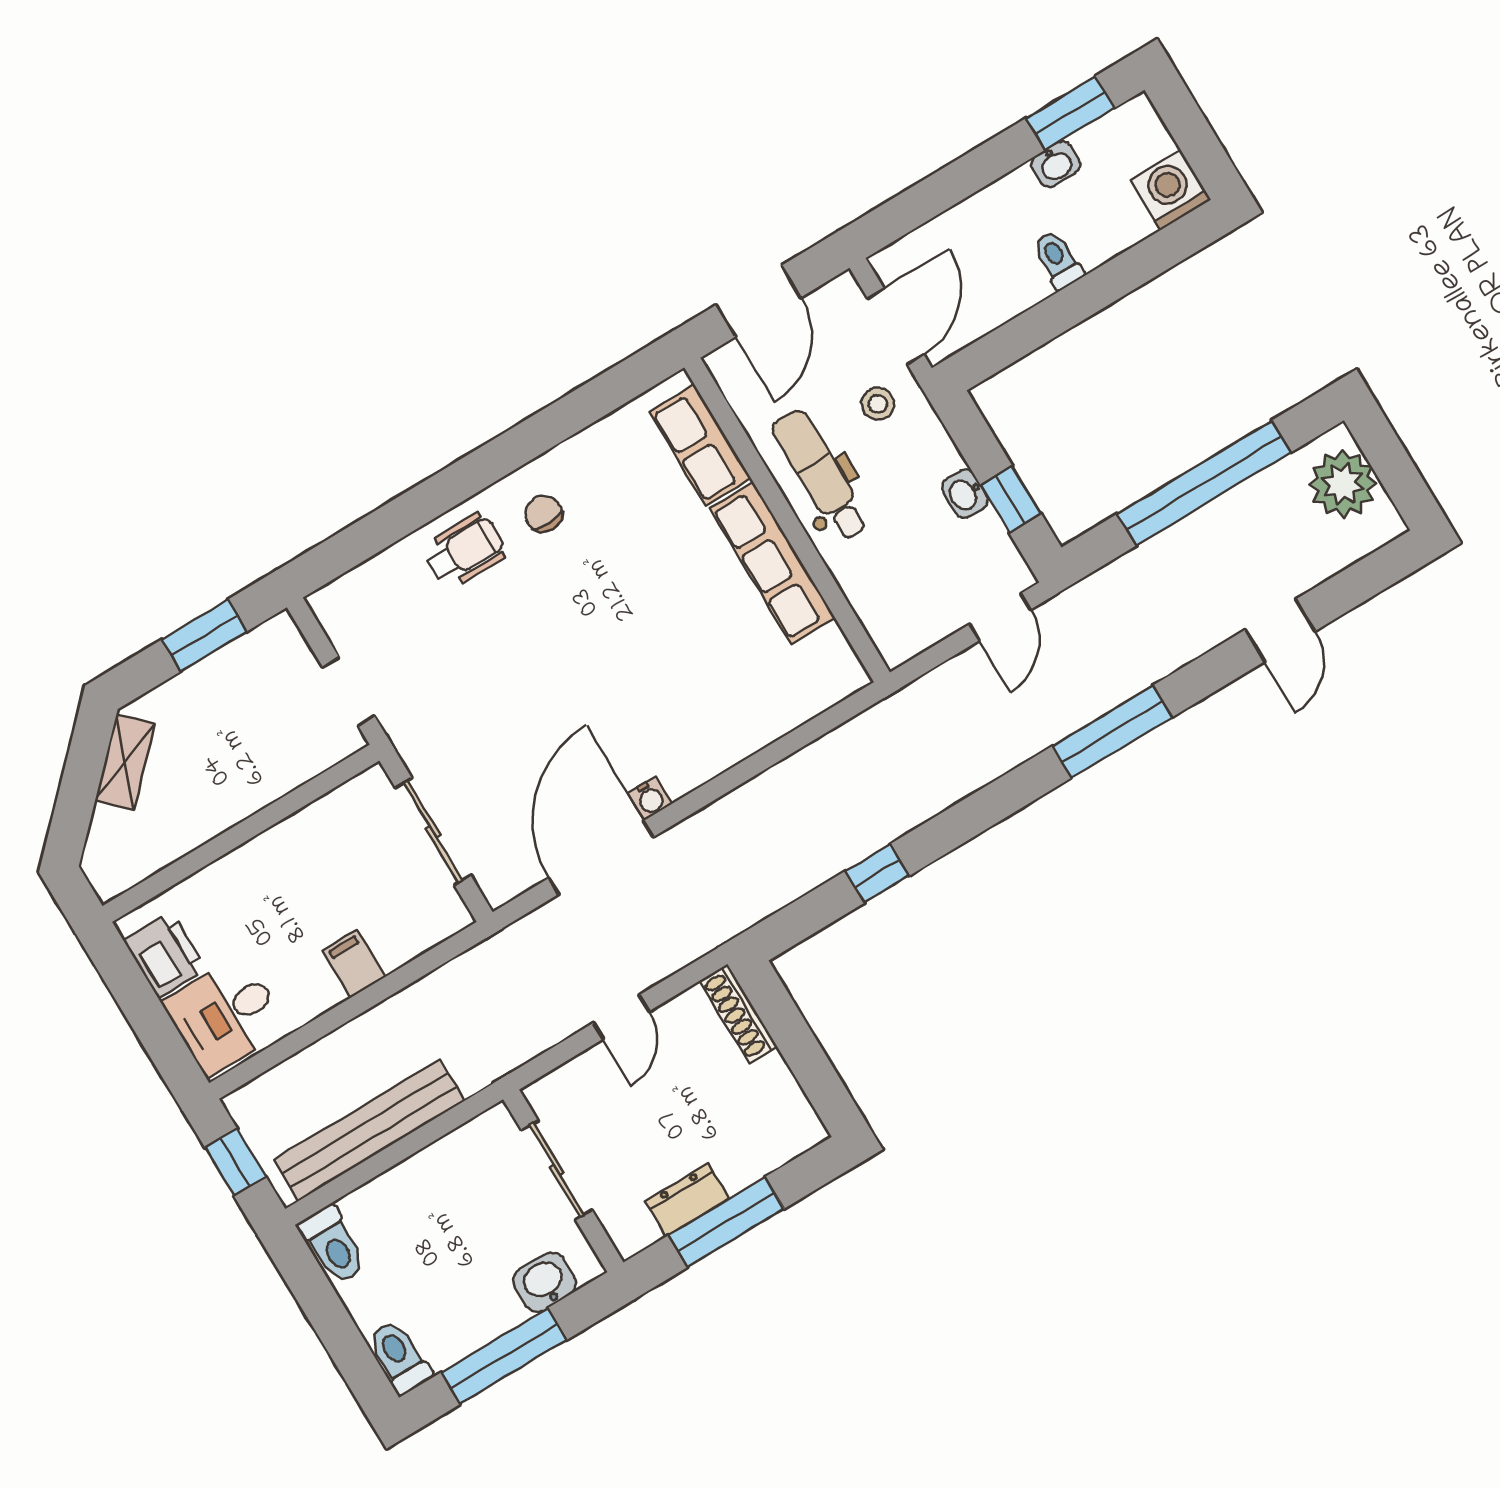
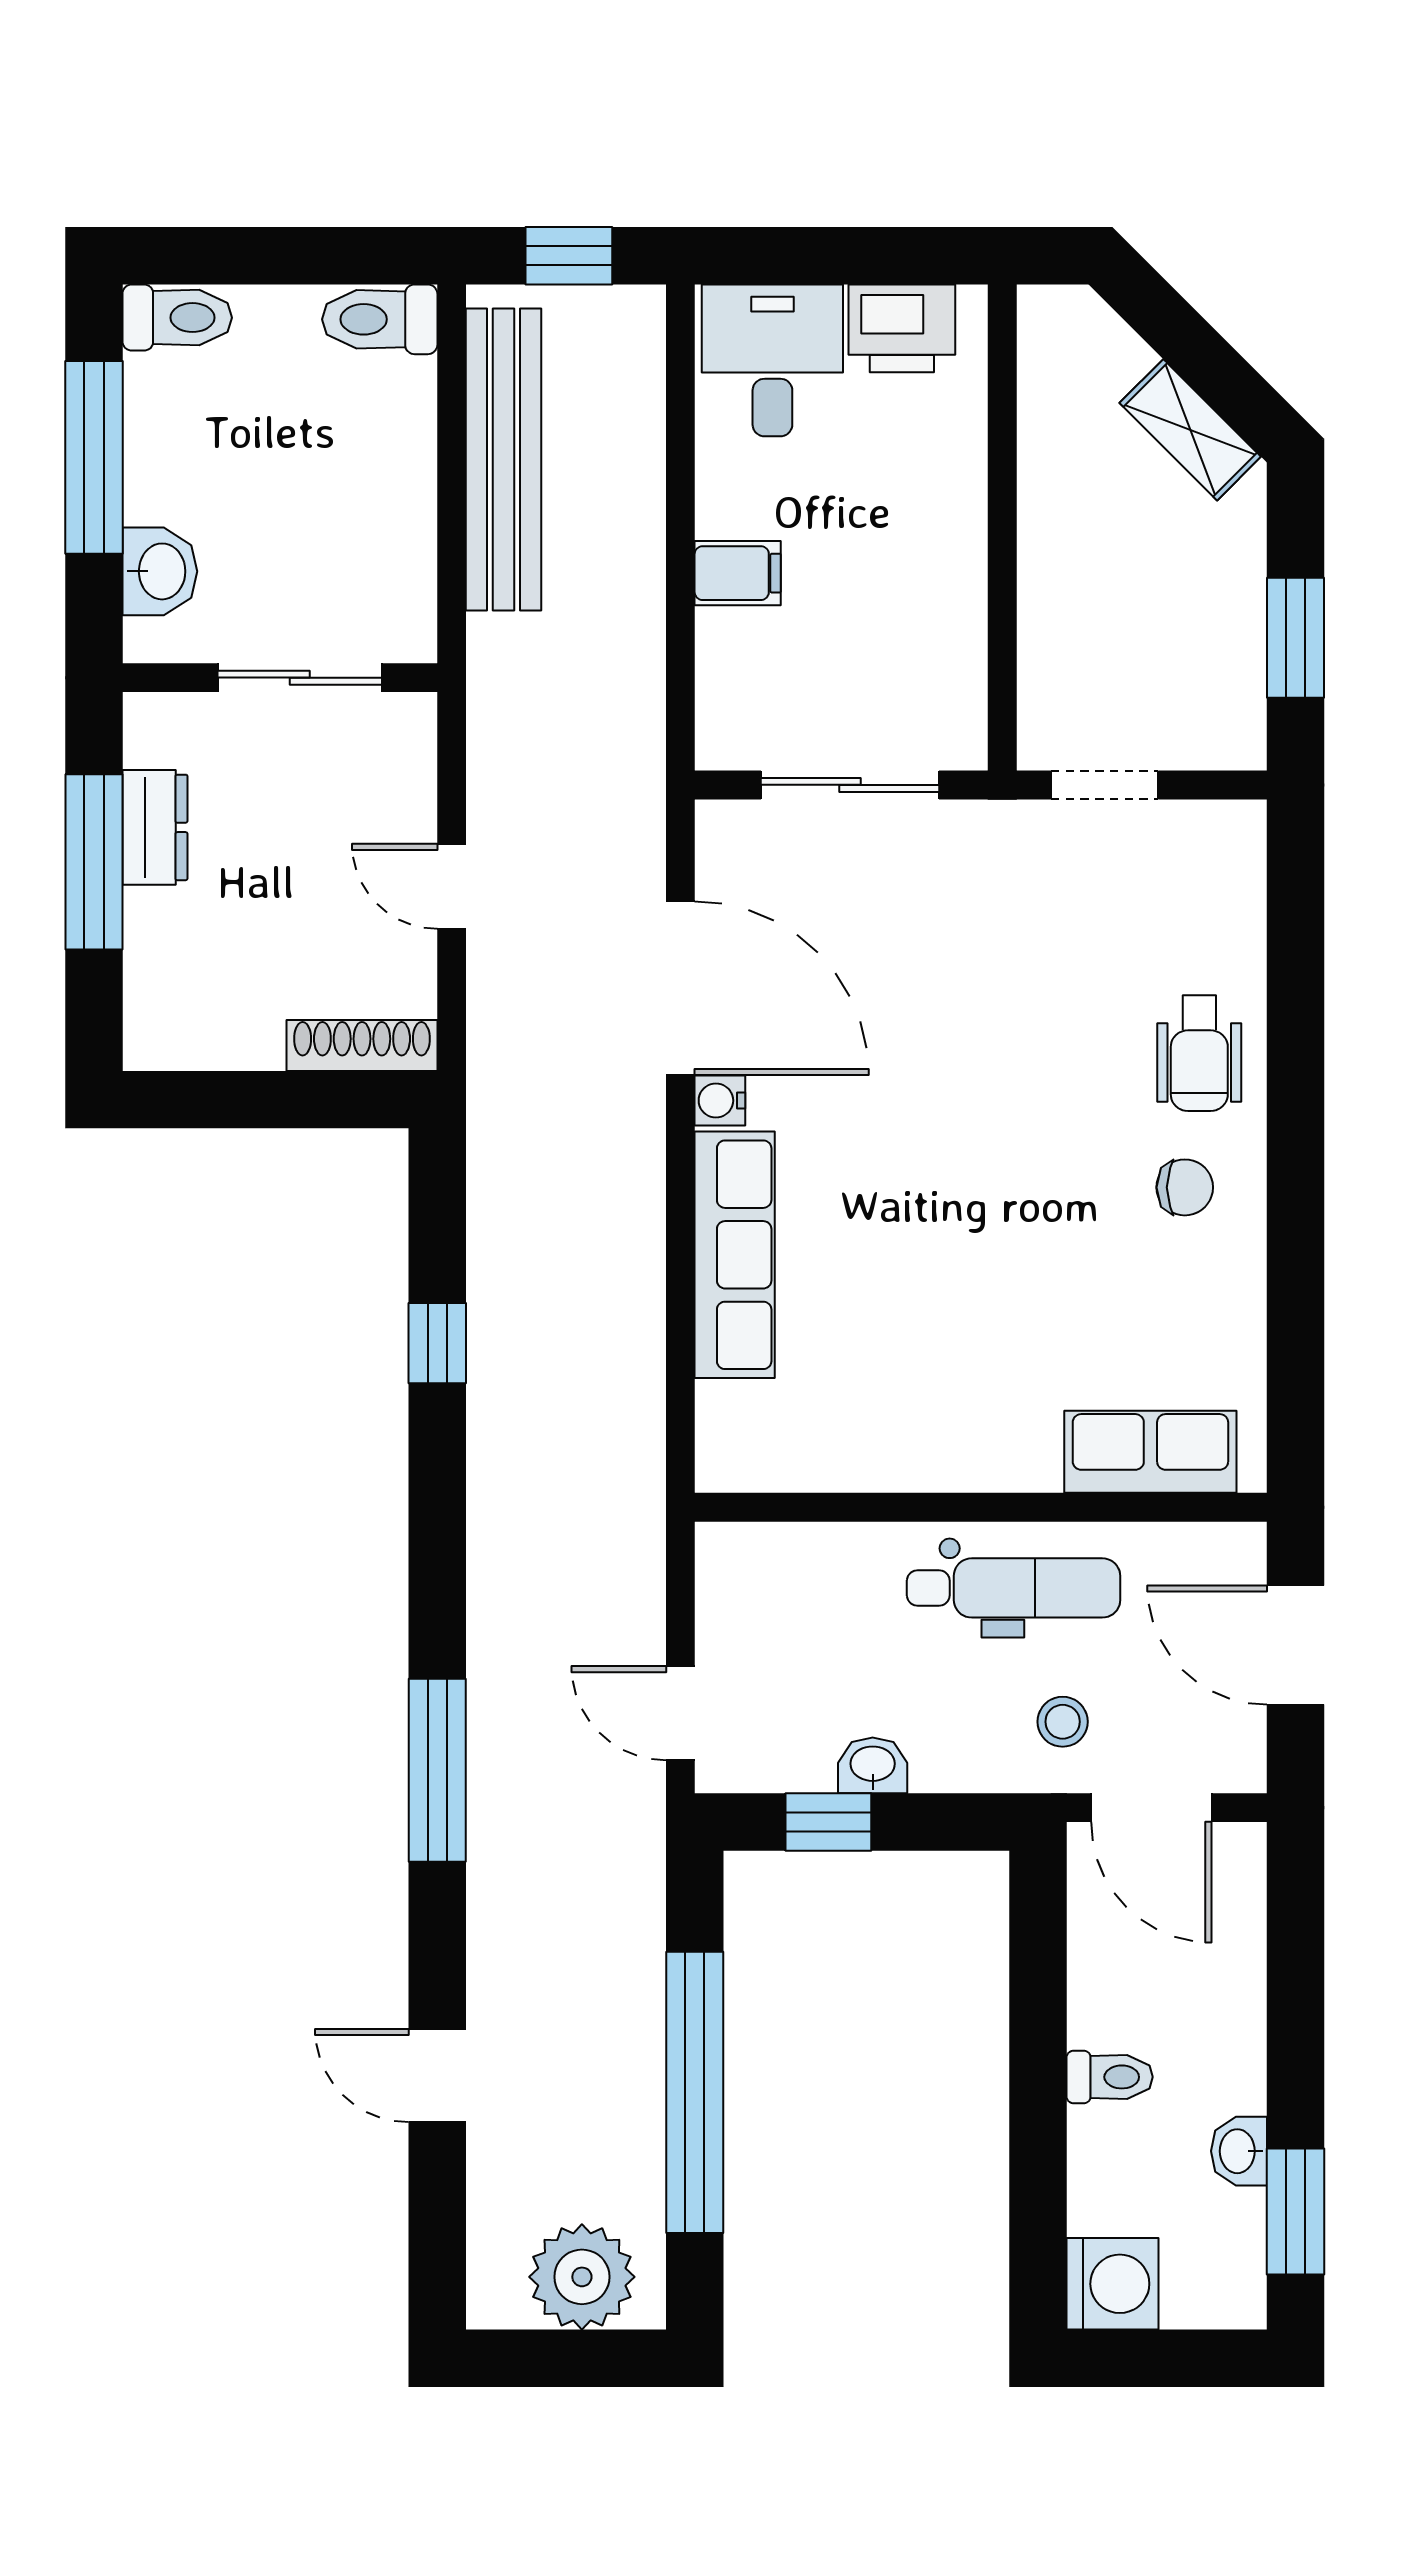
row of seats: (772, 563) -> (735, 1255), moved, turned 90

